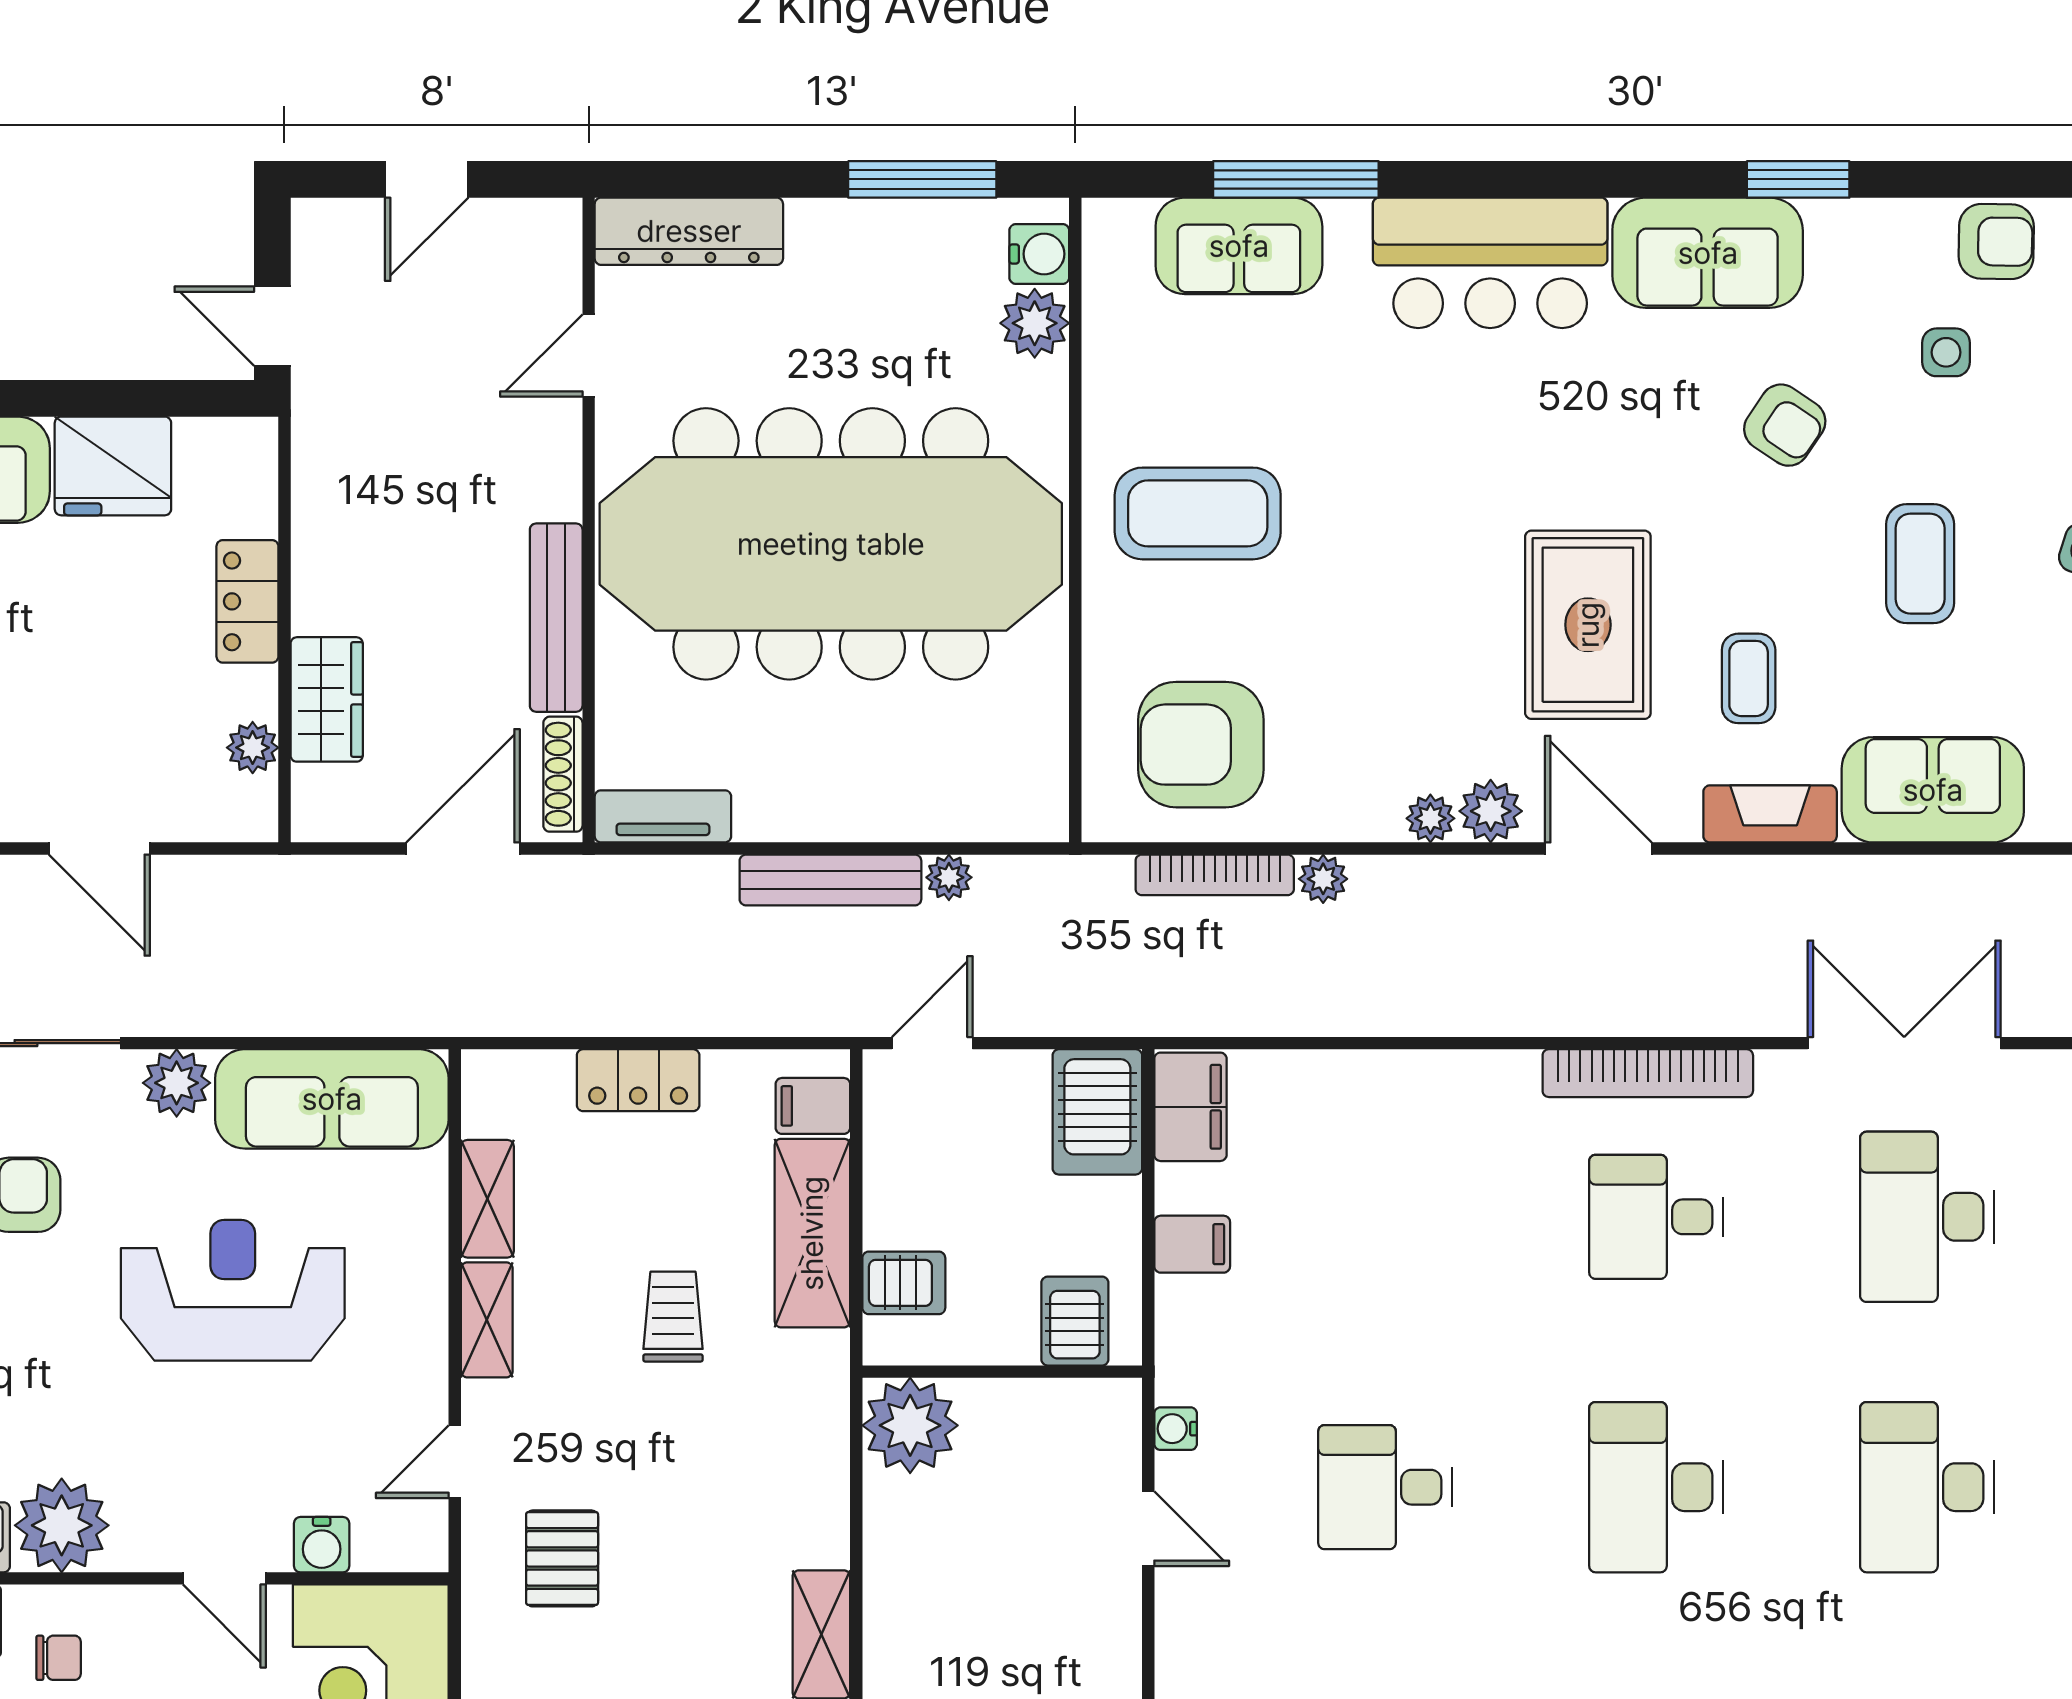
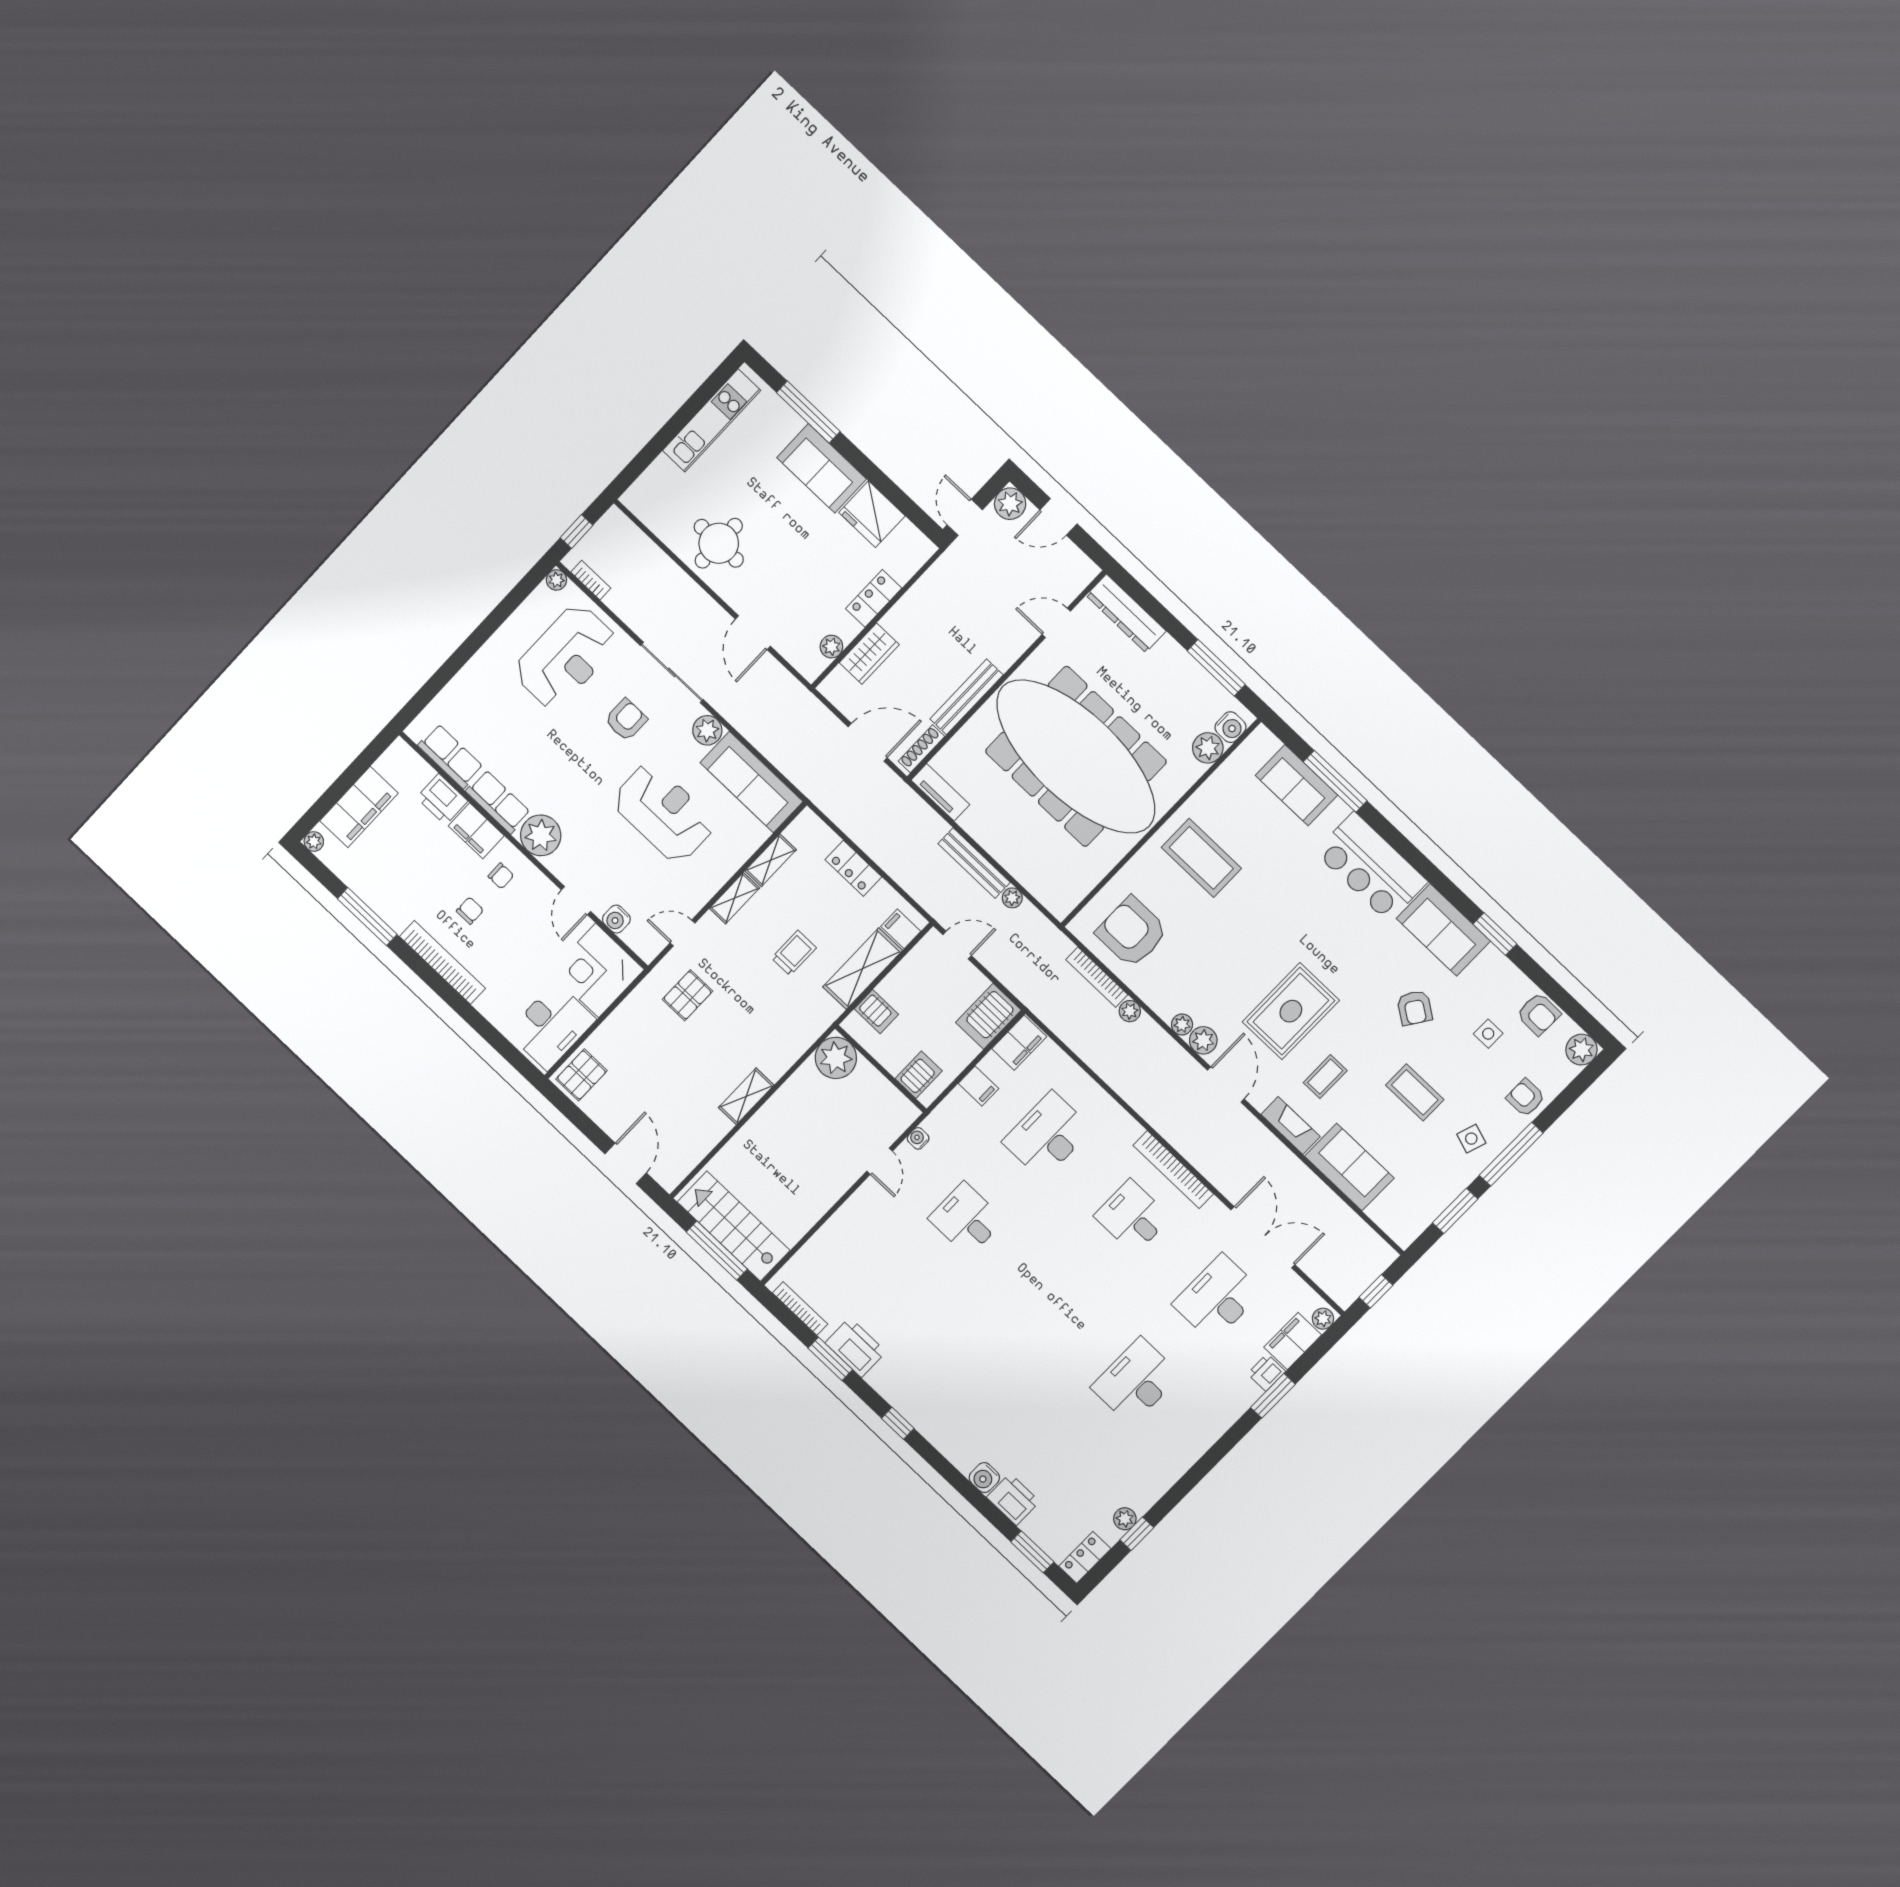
plant: (326, 233) -> (1010, 504), added
coffee table: (1920, 564) -> (1415, 1092), turned 90
desk: (1656, 1487) -> (1047, 1135), moved

